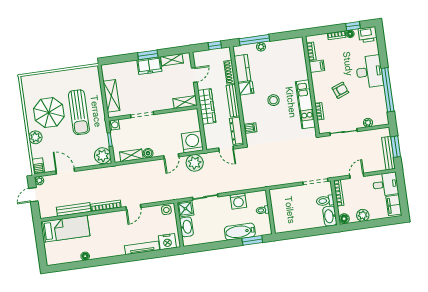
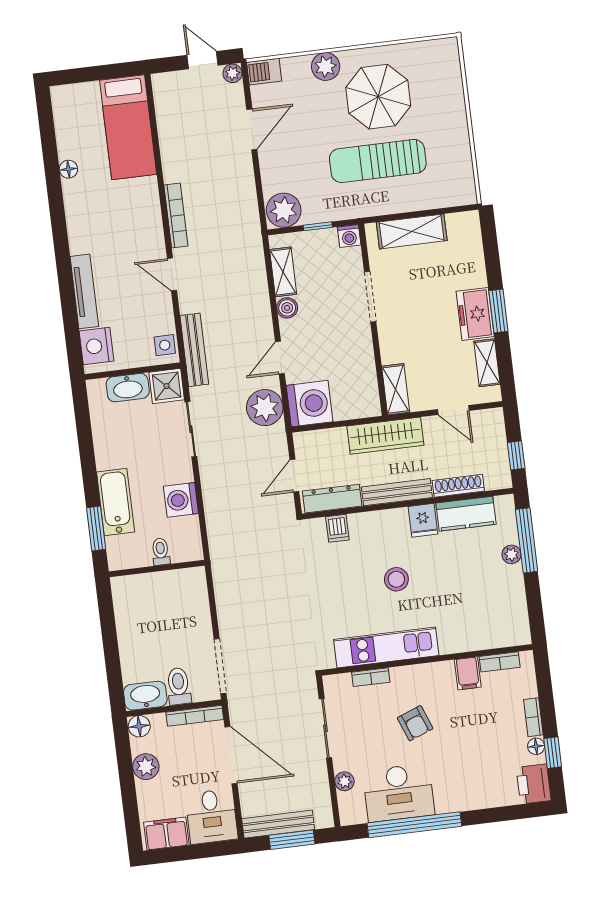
desk: (369, 72) -> (399, 793), moved
door: (171, 156) -> (280, 358), hinge flipped
door: (357, 176) -> (231, 755), width x1.88
bench: (74, 209) -> (194, 350), moved

